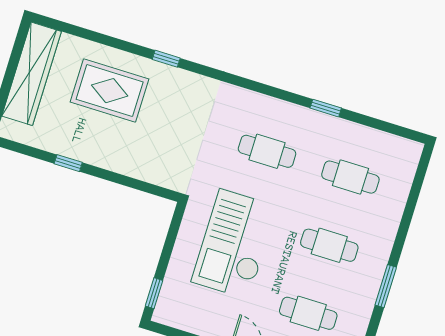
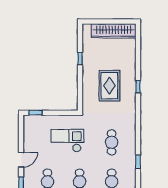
rug: (110, 91) -> (109, 86), moved
checkout: (234, 244) -> (67, 141), width x0.73, depth x0.83

